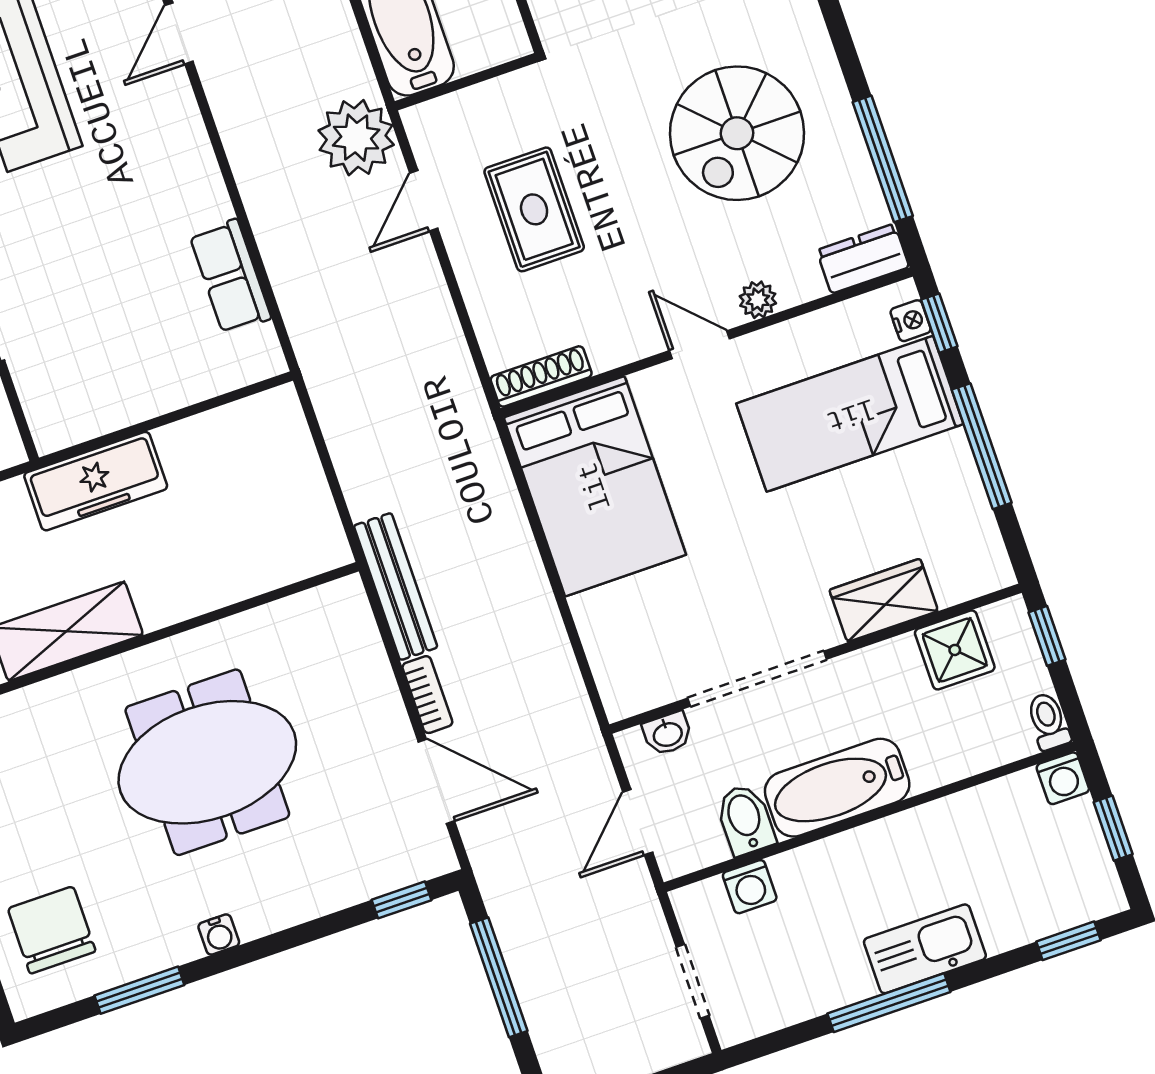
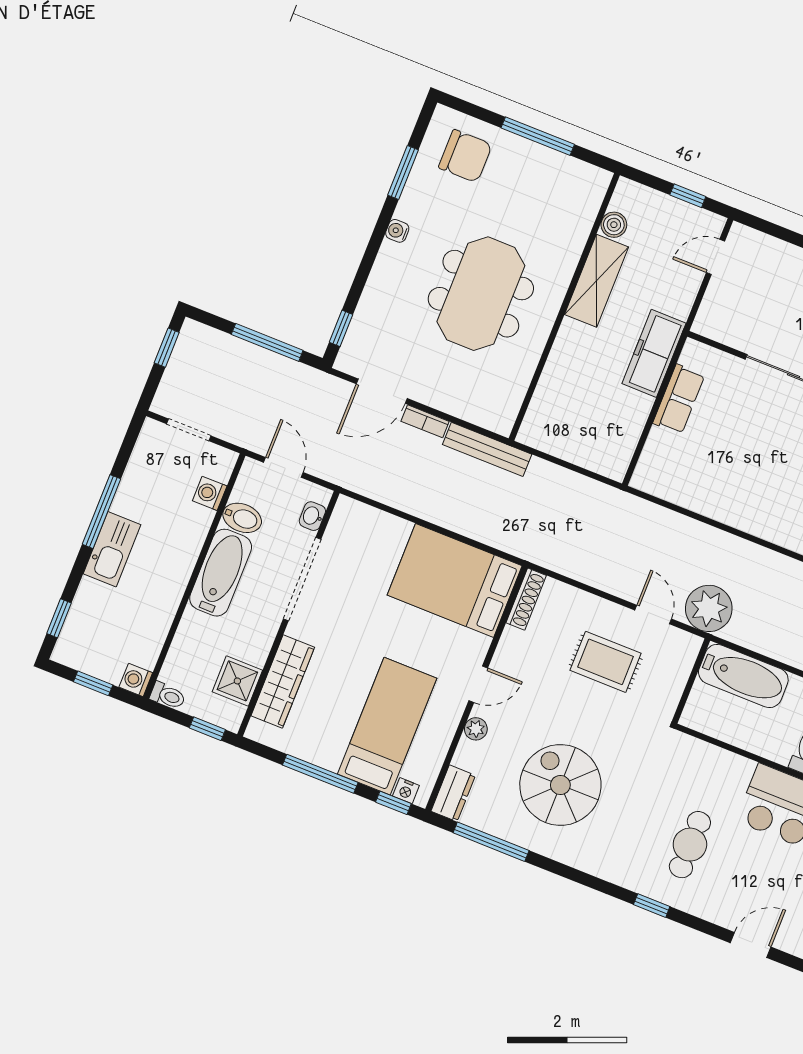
row of seats: (230, 277) -> (679, 399), moved, turned 90
wardrobe: (884, 600) -> (283, 681), width x1.50

